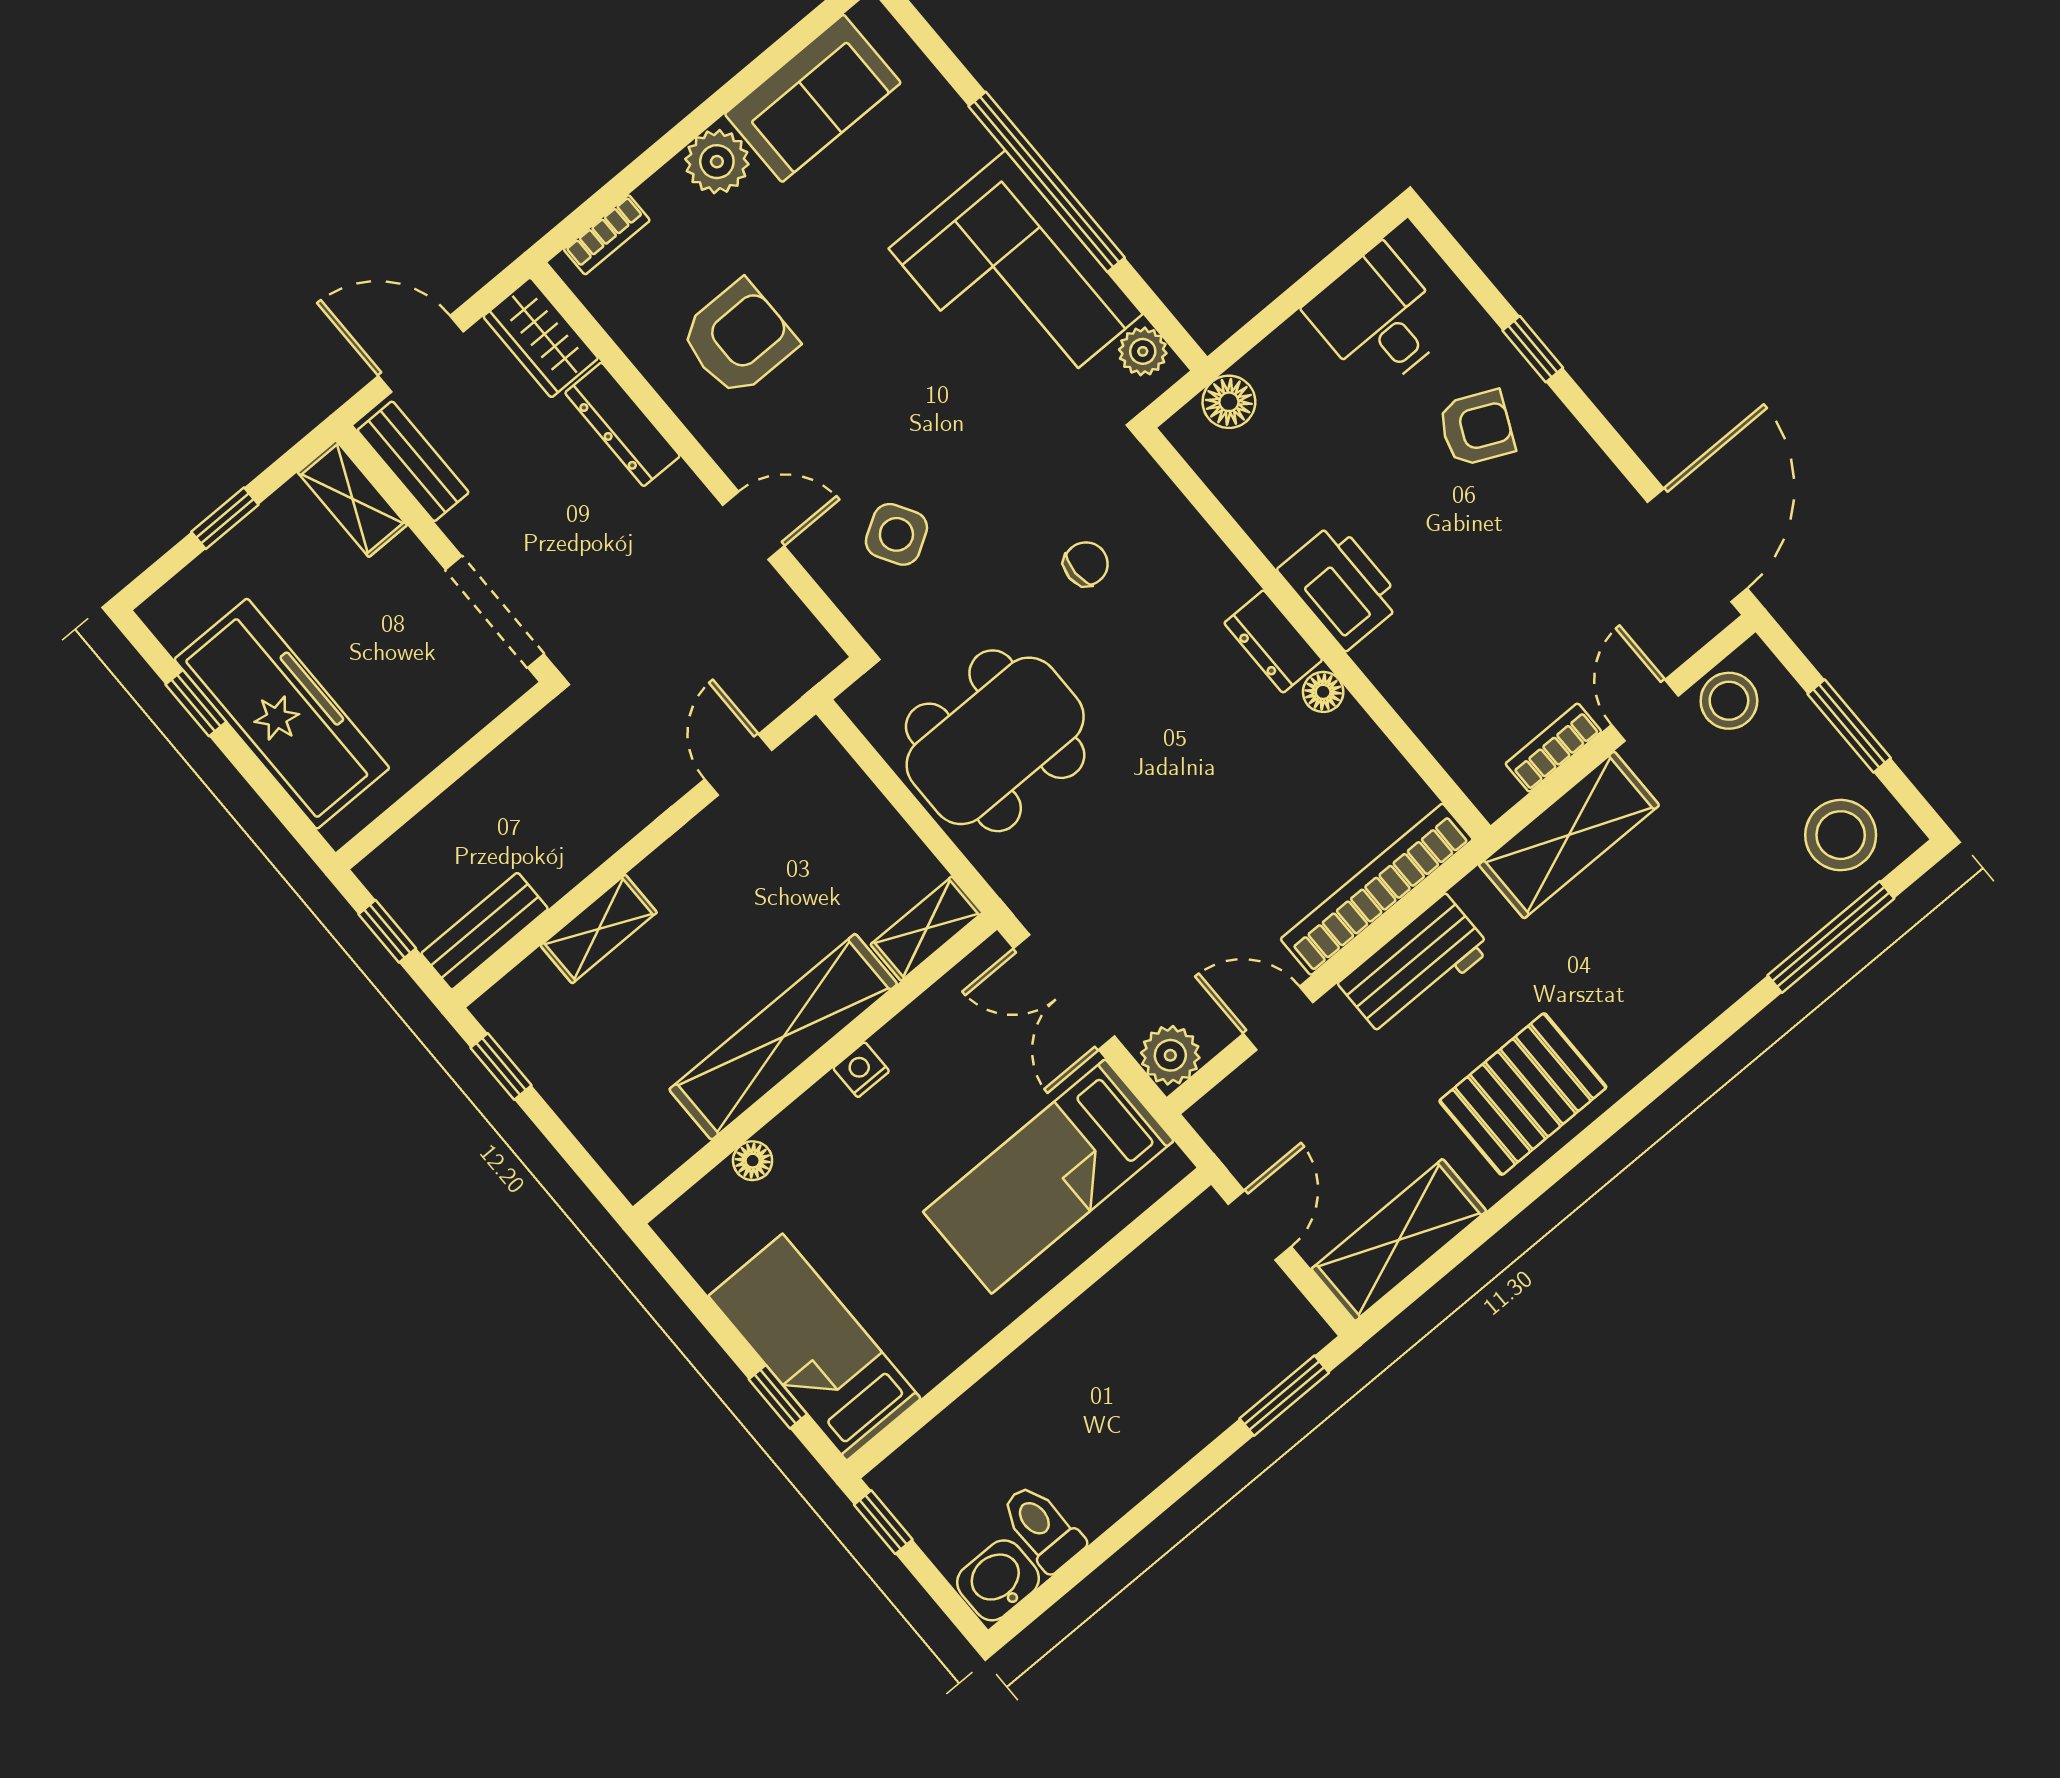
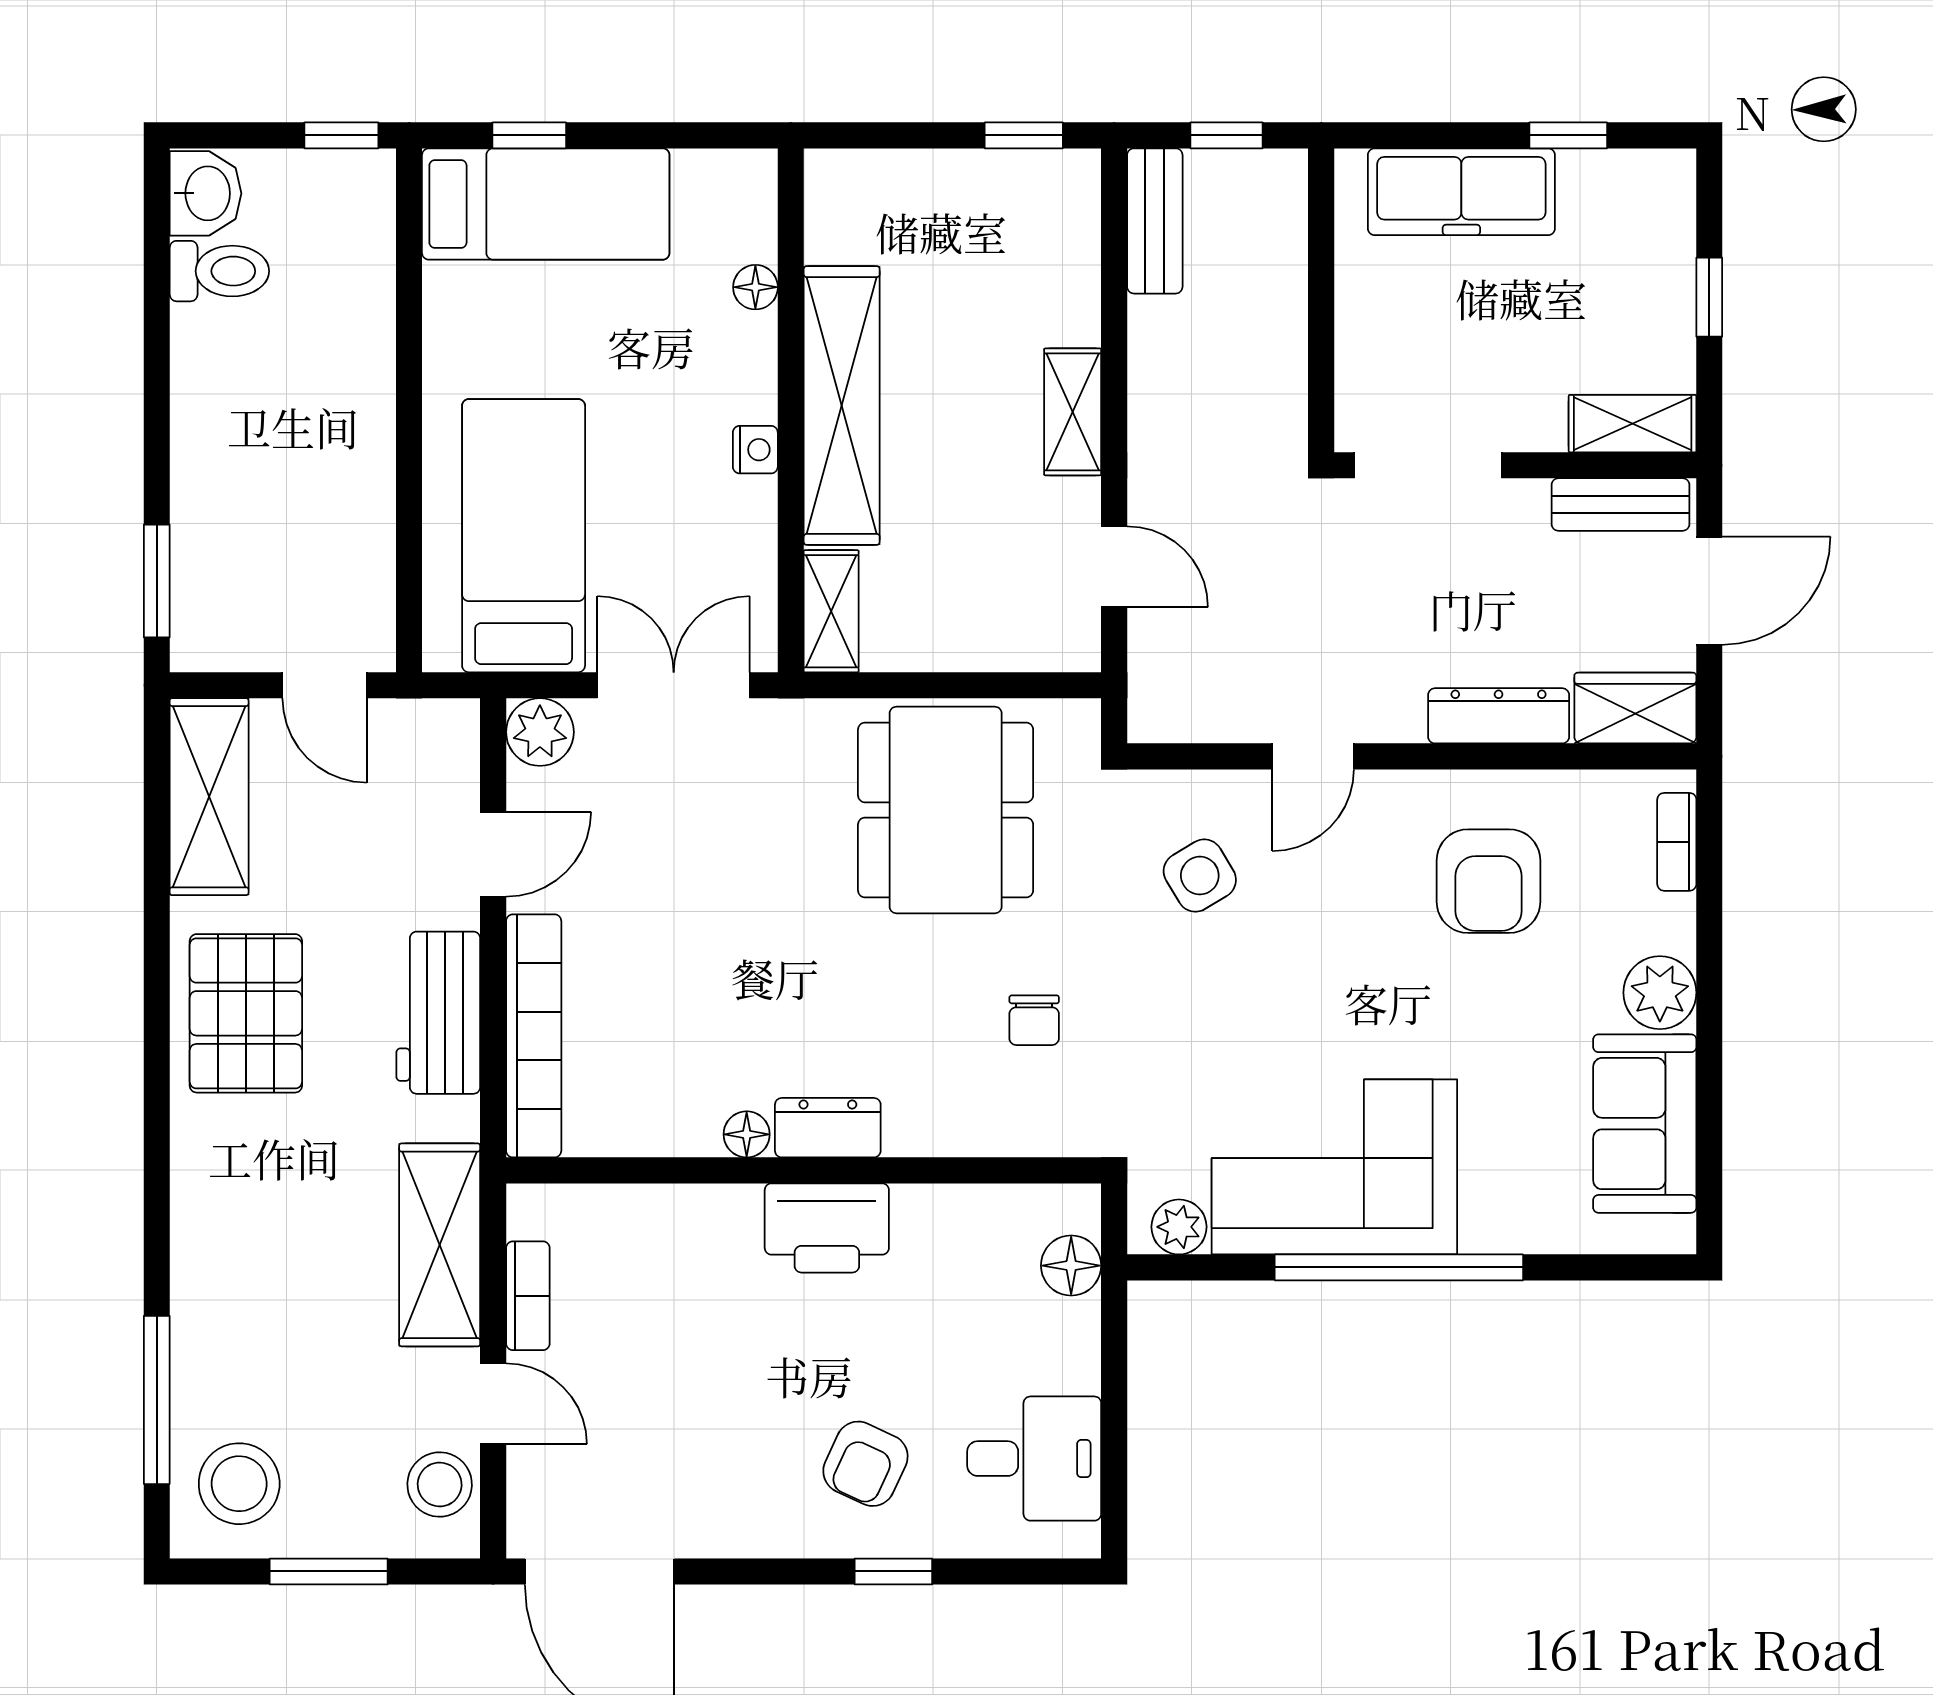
freezer: (282, 714) -> (1461, 192), width x0.73, depth x0.79
shelving: (599, 929) -> (1073, 412), moved

